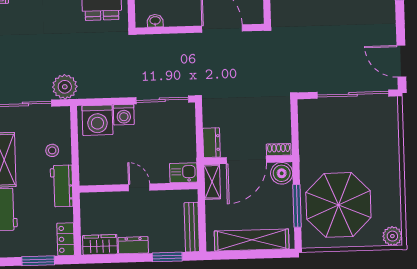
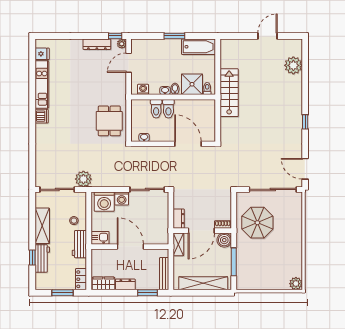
kitchen sink: (183, 173) -> (100, 238), moved
door: (139, 187) -> (130, 247), width x1.88
parasol: (338, 205) -> (257, 223), moved, width x0.73, depth x0.73

